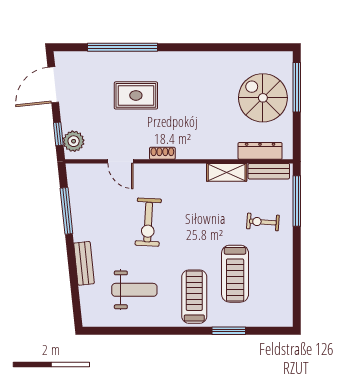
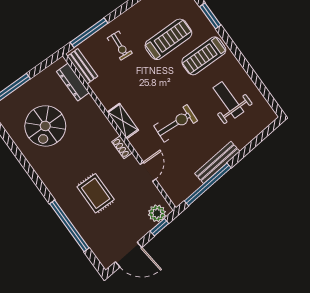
spiral stairs: (263, 98) -> (45, 126), moved
shelving: (227, 172) -> (123, 121), moved
window: (66, 211) -> (208, 184), width x1.46
bench: (84, 263) -> (217, 162), moved, width x1.36

